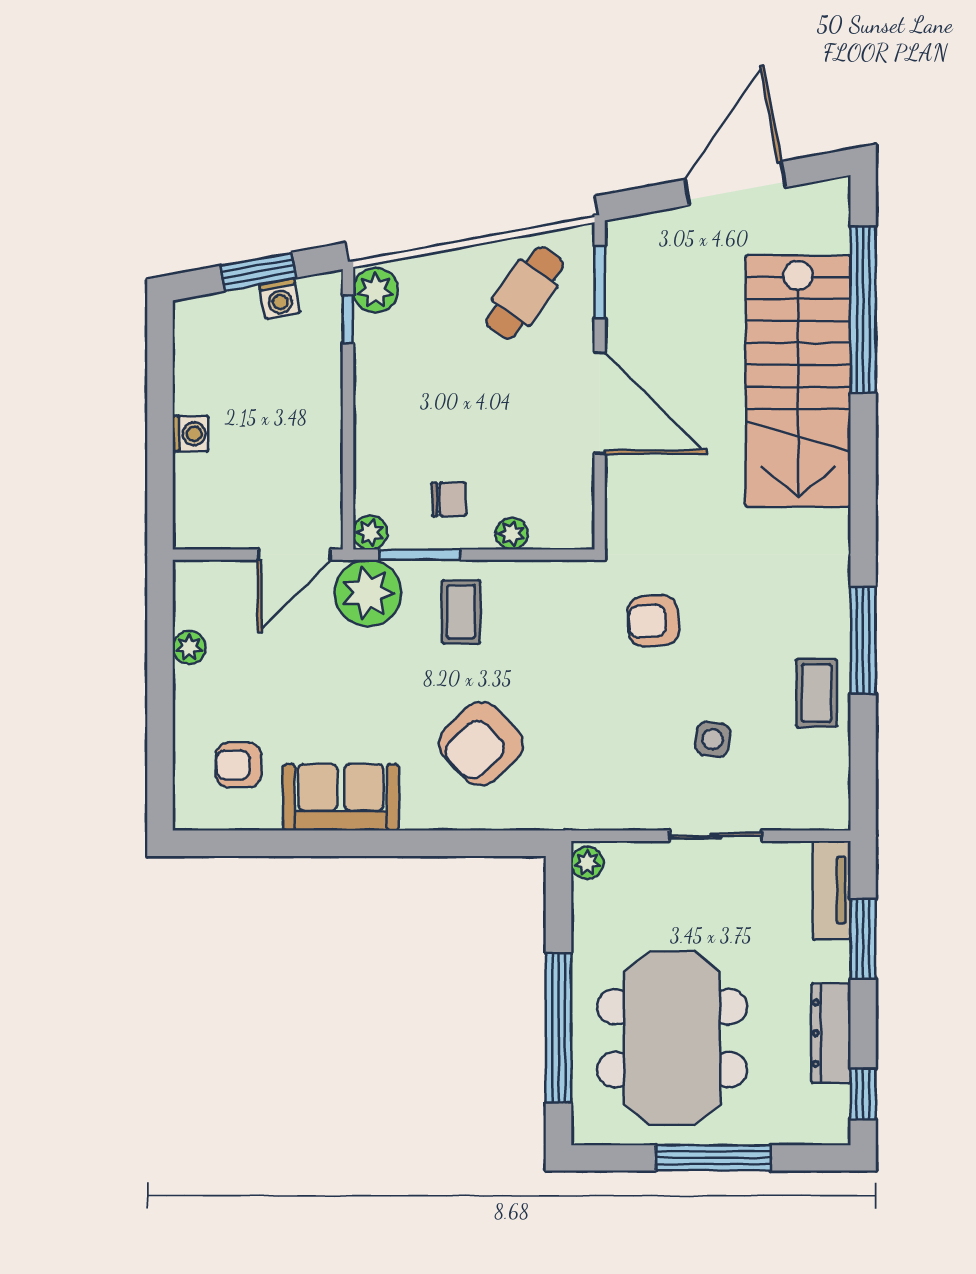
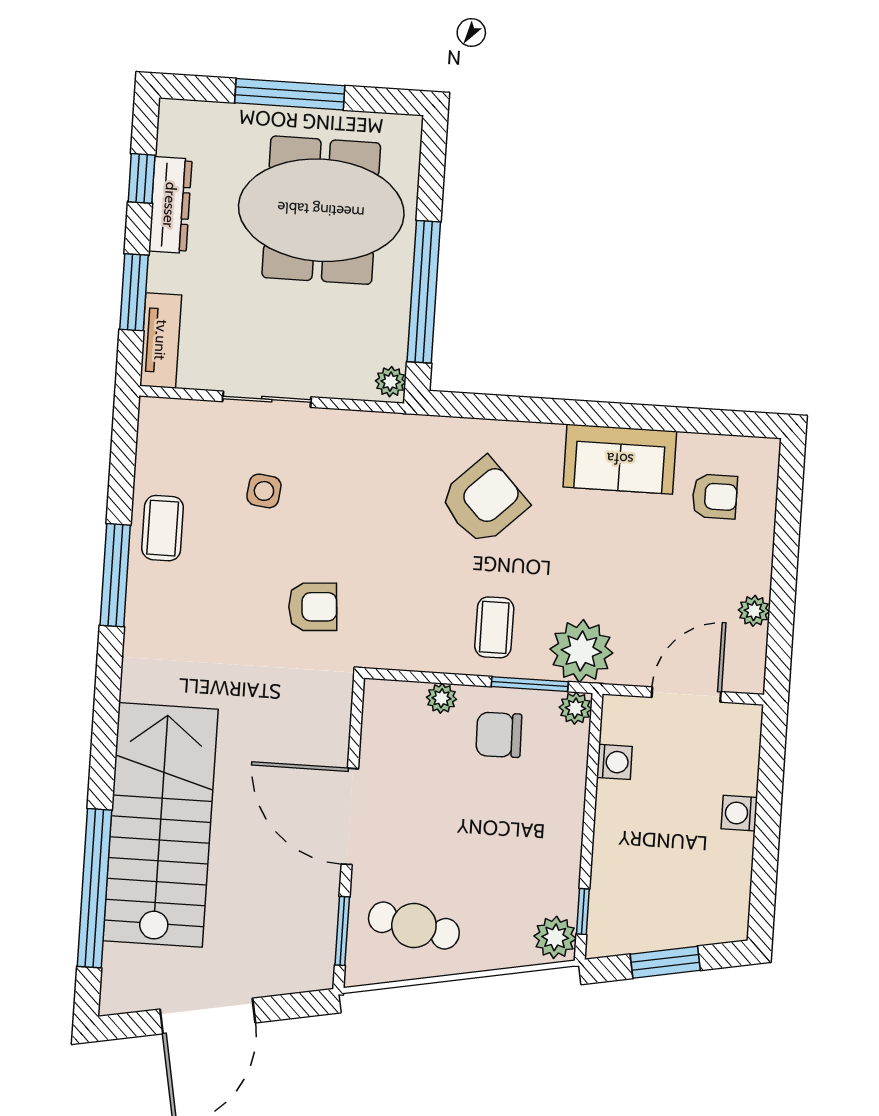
cafe table: (525, 293) -> (414, 925), turned 66
washing machine: (280, 299) -> (614, 762), moved, turned 100
chair: (449, 499) -> (499, 735), width x1.37, depth x1.37
door: (294, 555) -> (686, 694), moved
window: (559, 1028) -> (424, 292), moved
meeting table: (672, 1038) -> (321, 210), turned 90
window: (863, 1094) -> (142, 178), moved

